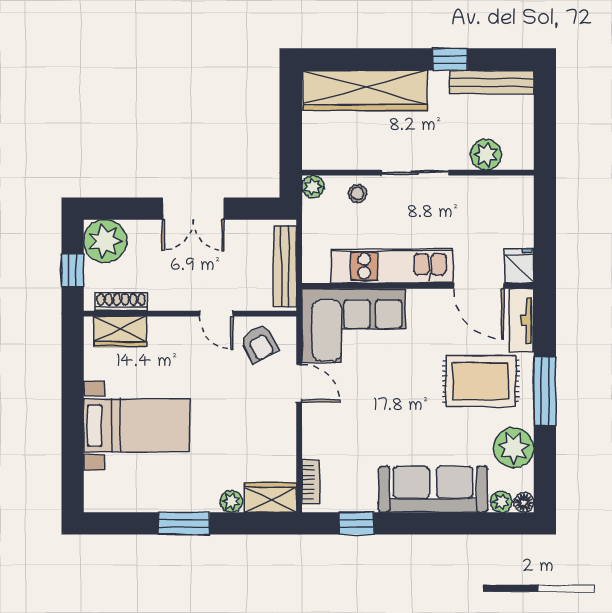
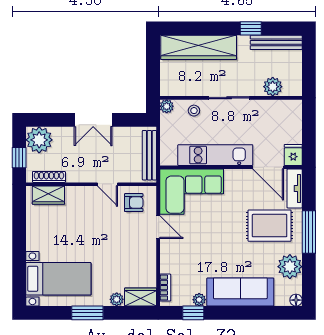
armchair: (259, 343) -> (134, 203), turned -61
bed with nightstands: (136, 425) -> (58, 279), moved
plant: (501, 502) -> (199, 300), moved

